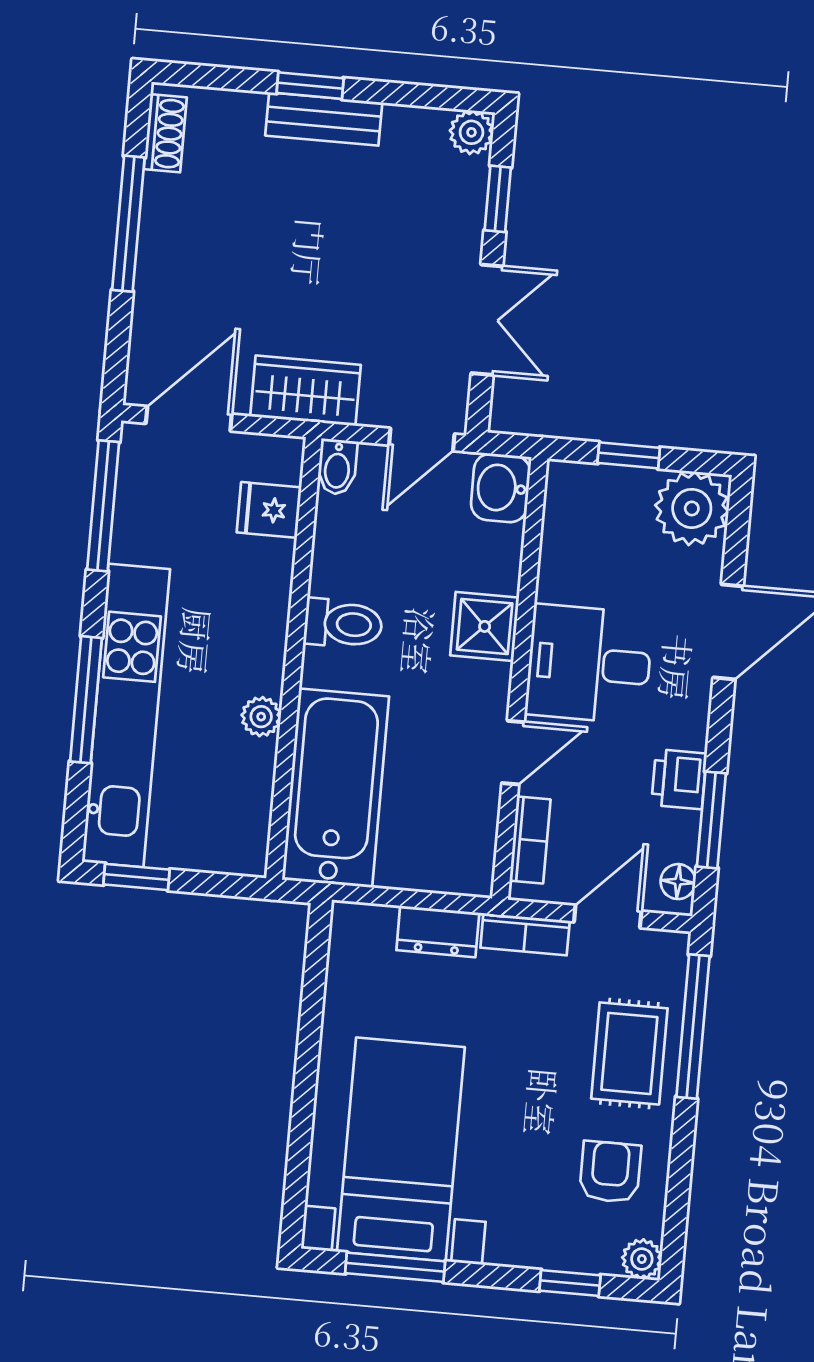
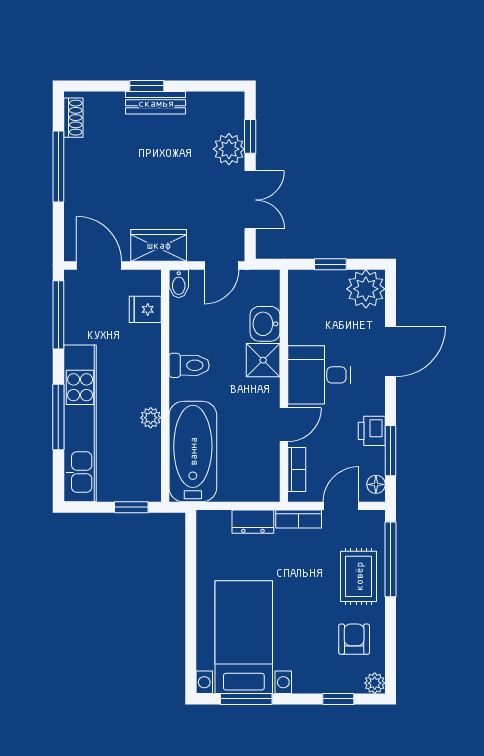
plant: (471, 132) -> (229, 149), moved, width x1.38, depth x1.38
door: (189, 419) -> (99, 266), hinge flipped
washbasin: (501, 488) -> (265, 324), moved
window: (137, 877) -> (131, 507), moved

